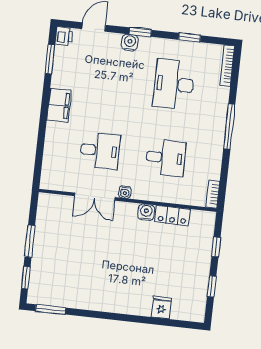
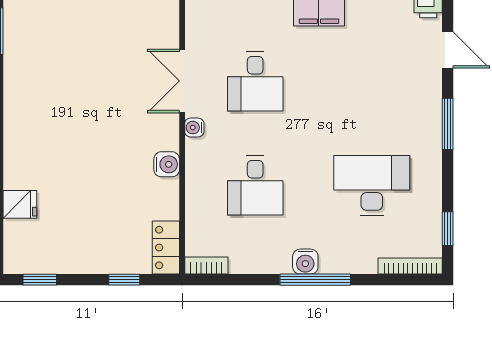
window: (140, 32) -> (448, 124), width x1.50
window: (190, 38) -> (448, 229), moved
water cooler: (130, 42) -> (305, 262), moved, turned 90
locker: (172, 216) -> (166, 247), moved
window: (212, 286) -> (40, 280), moved

